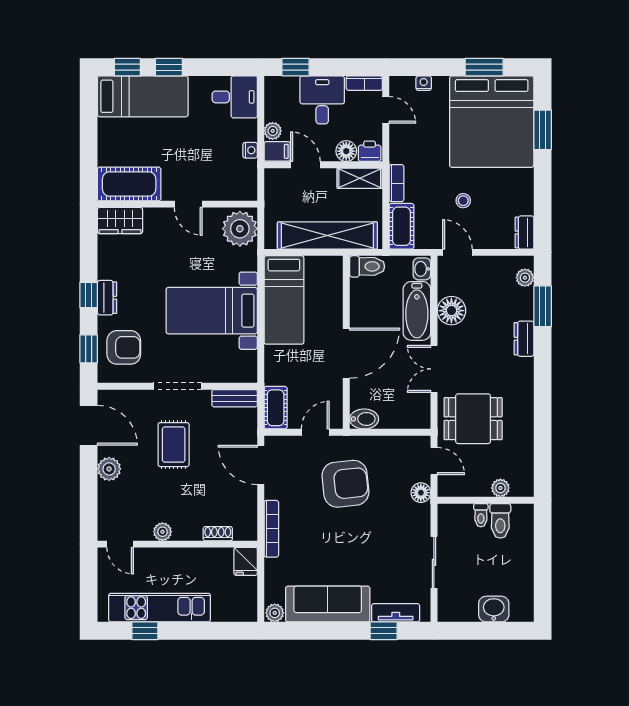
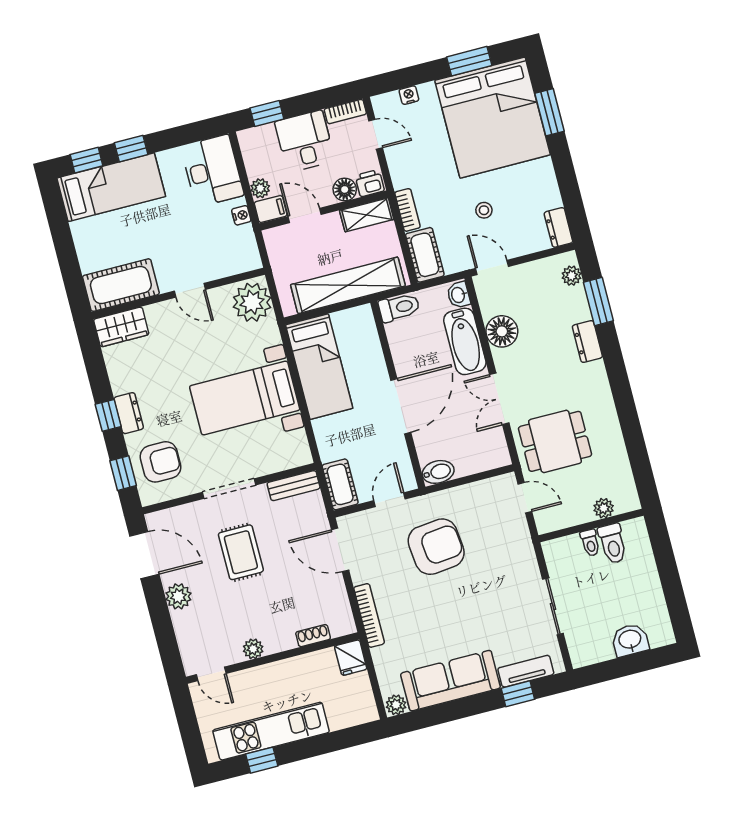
desk: (235, 97) -> (212, 171), width x1.37
floor lamp: (421, 493) -> (520, 535), removed

